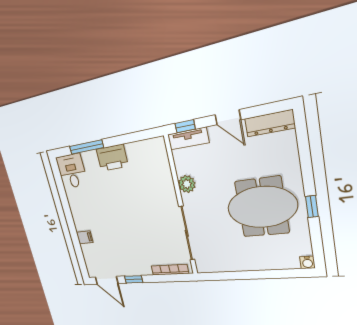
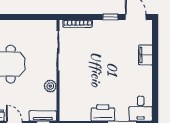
filing cabinet: (85, 237) -> (146, 55), width x2.00

